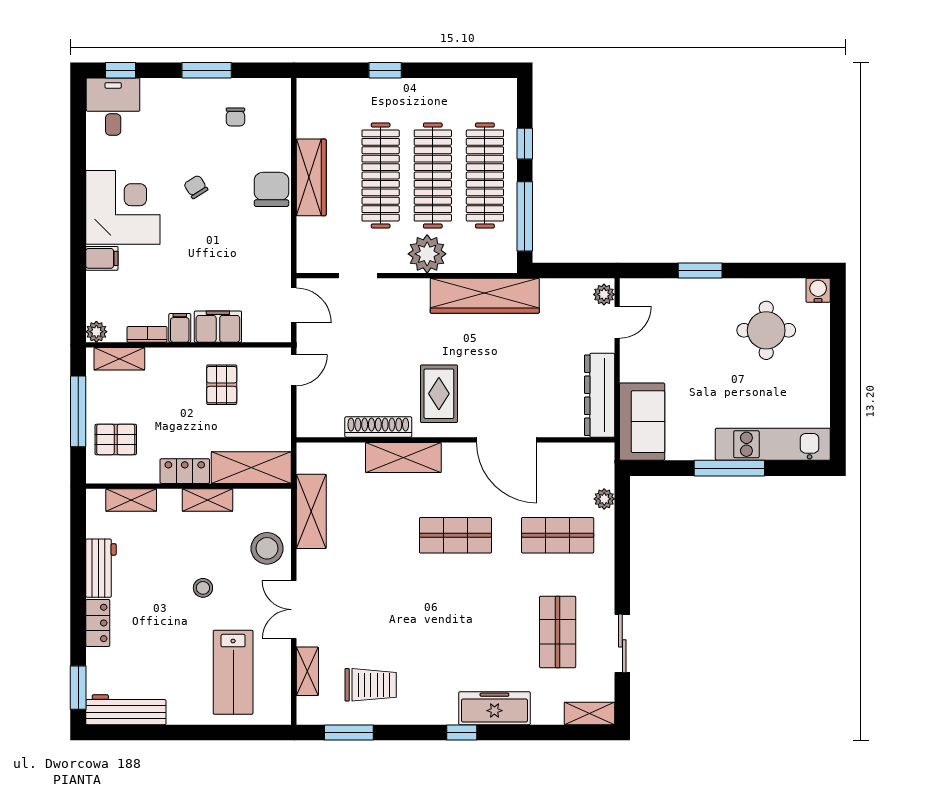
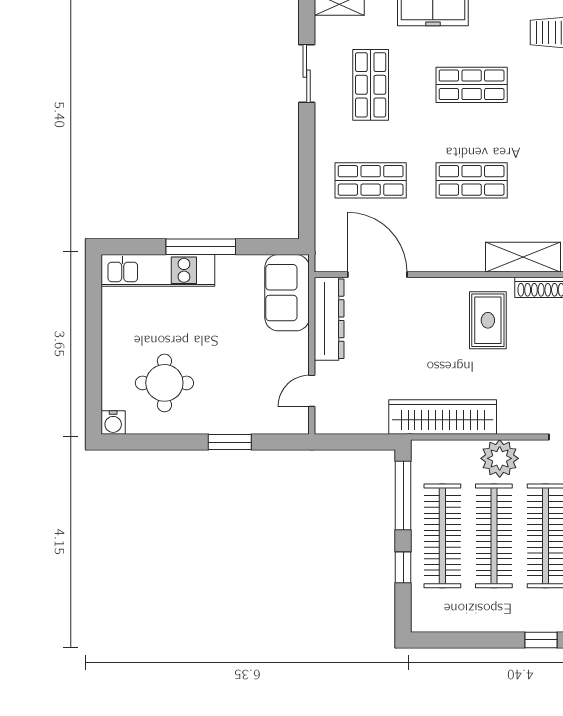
plant: (604, 294) -> (325, 418), removed
door: (507, 440) -> (377, 275), moved
plant: (604, 499) -> (324, 216), removed
shop shelf: (455, 632) -> (472, 85), added

